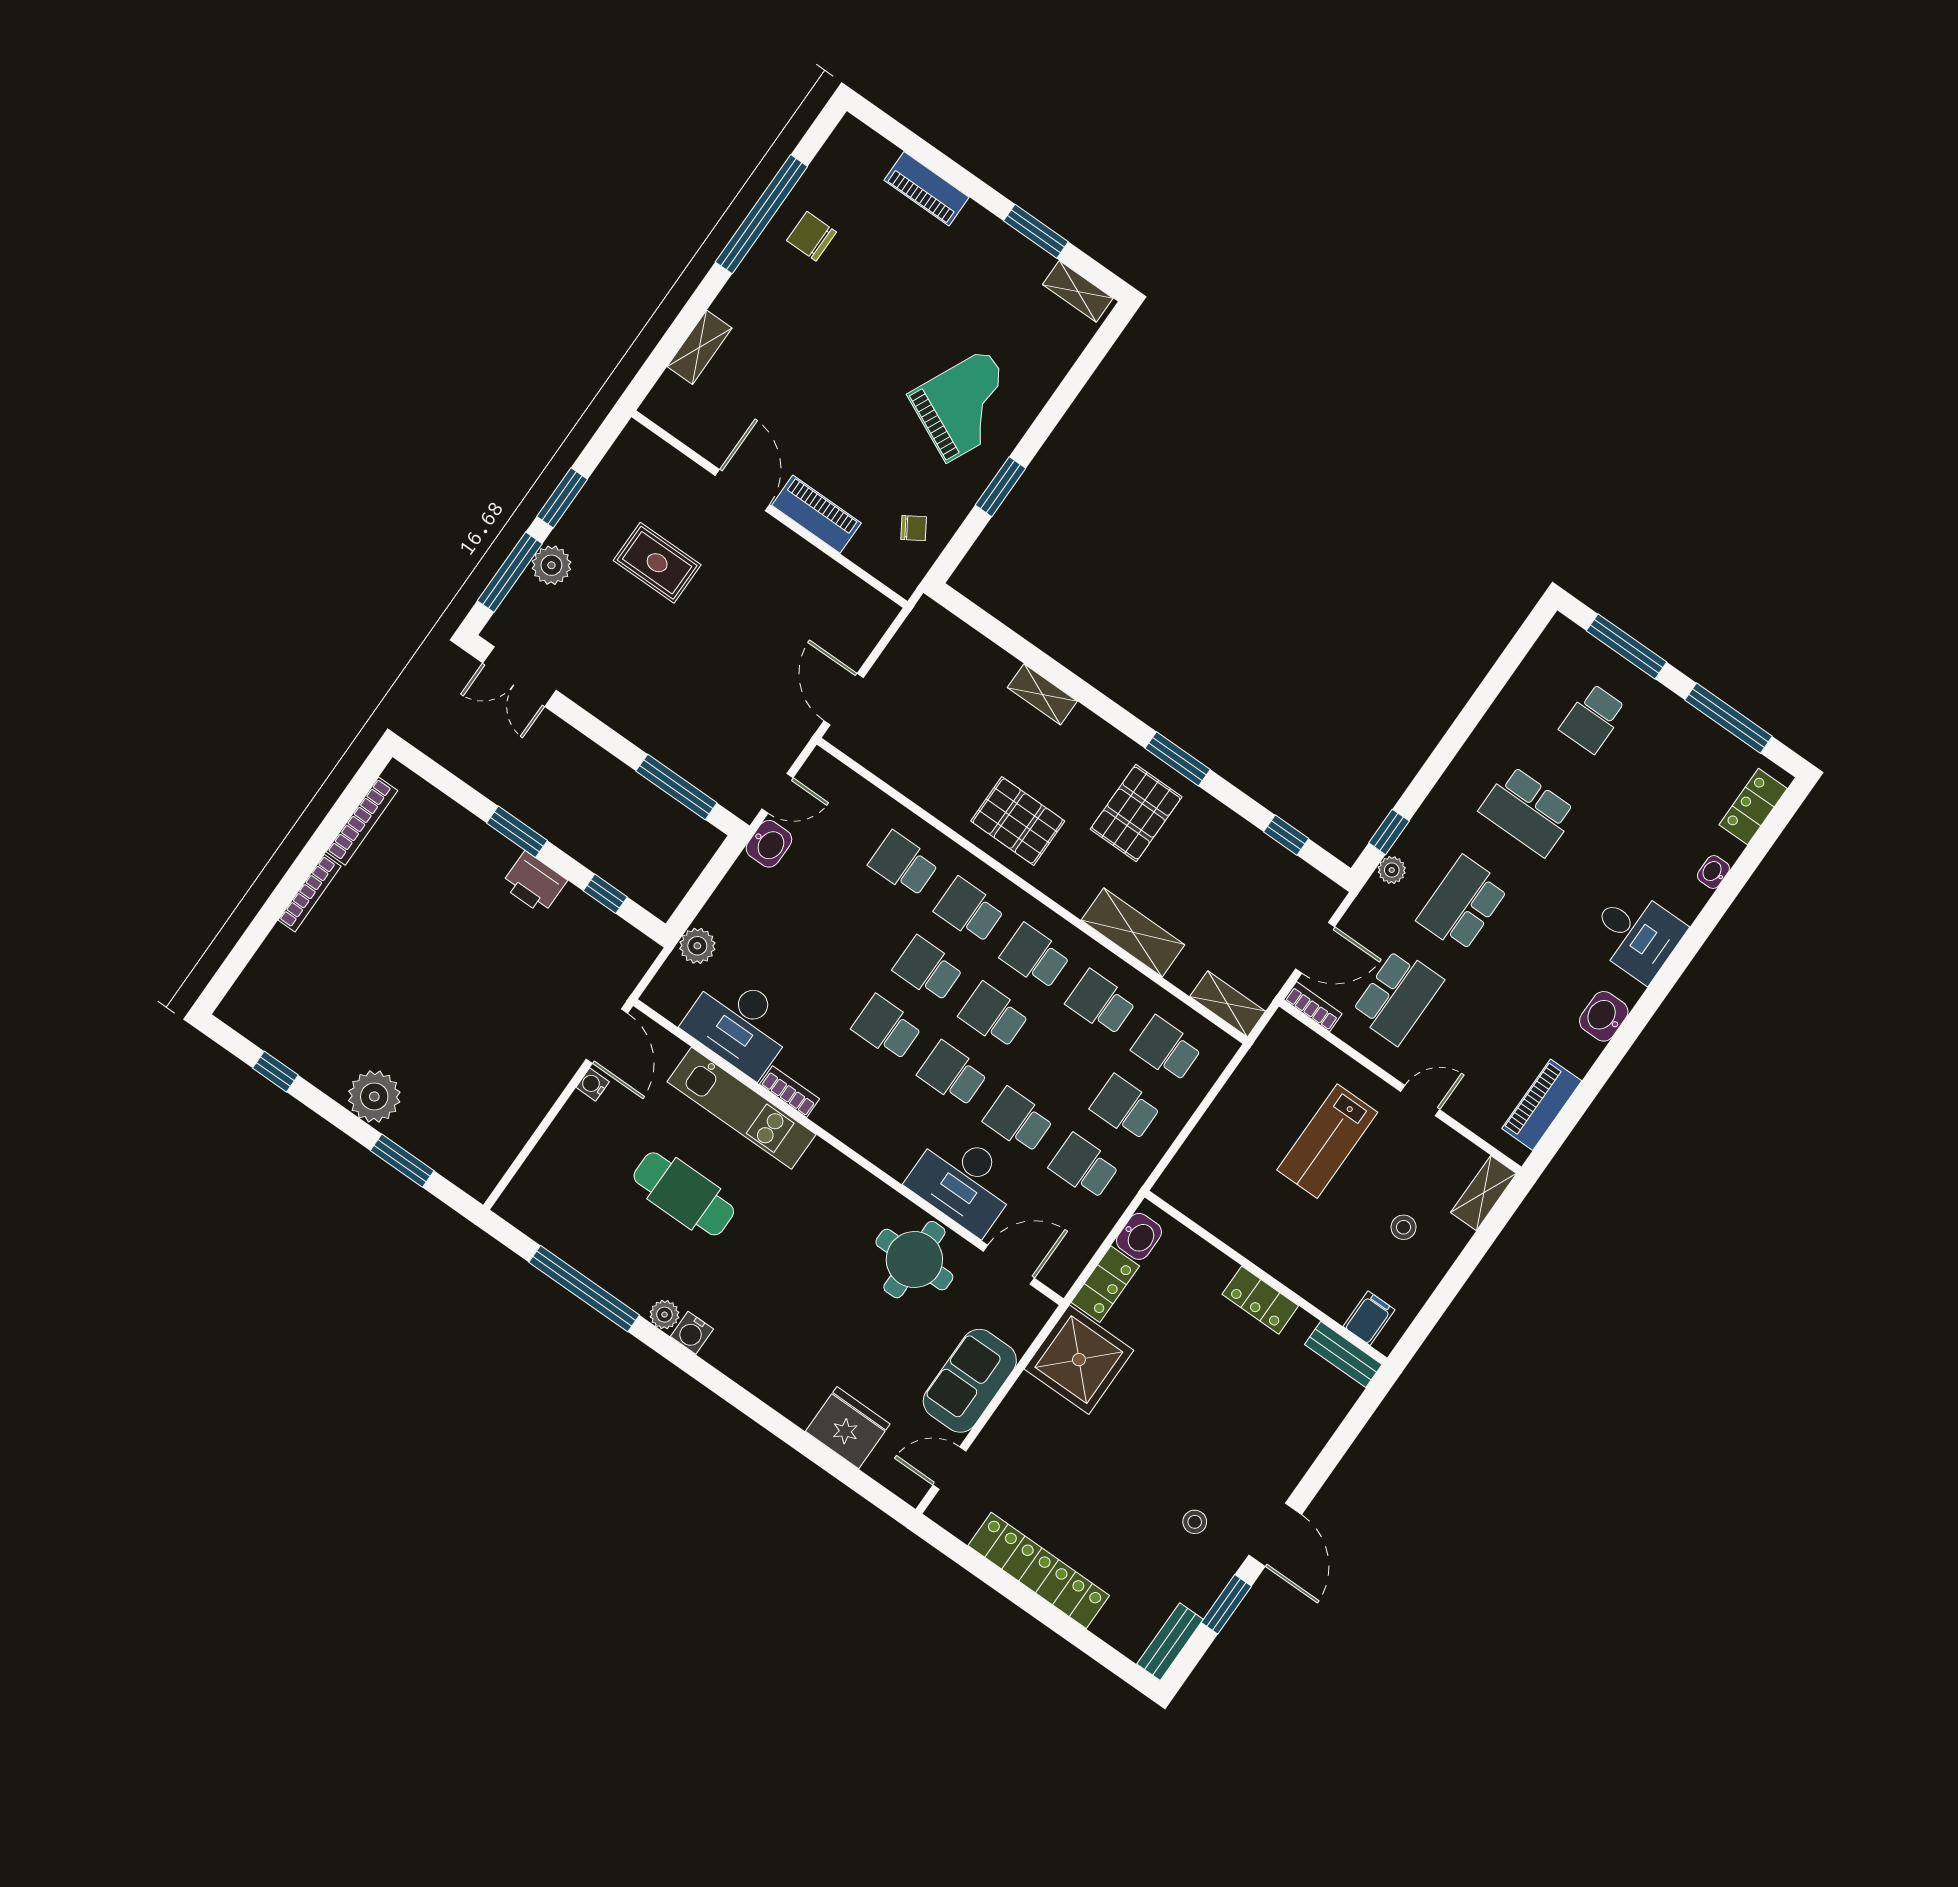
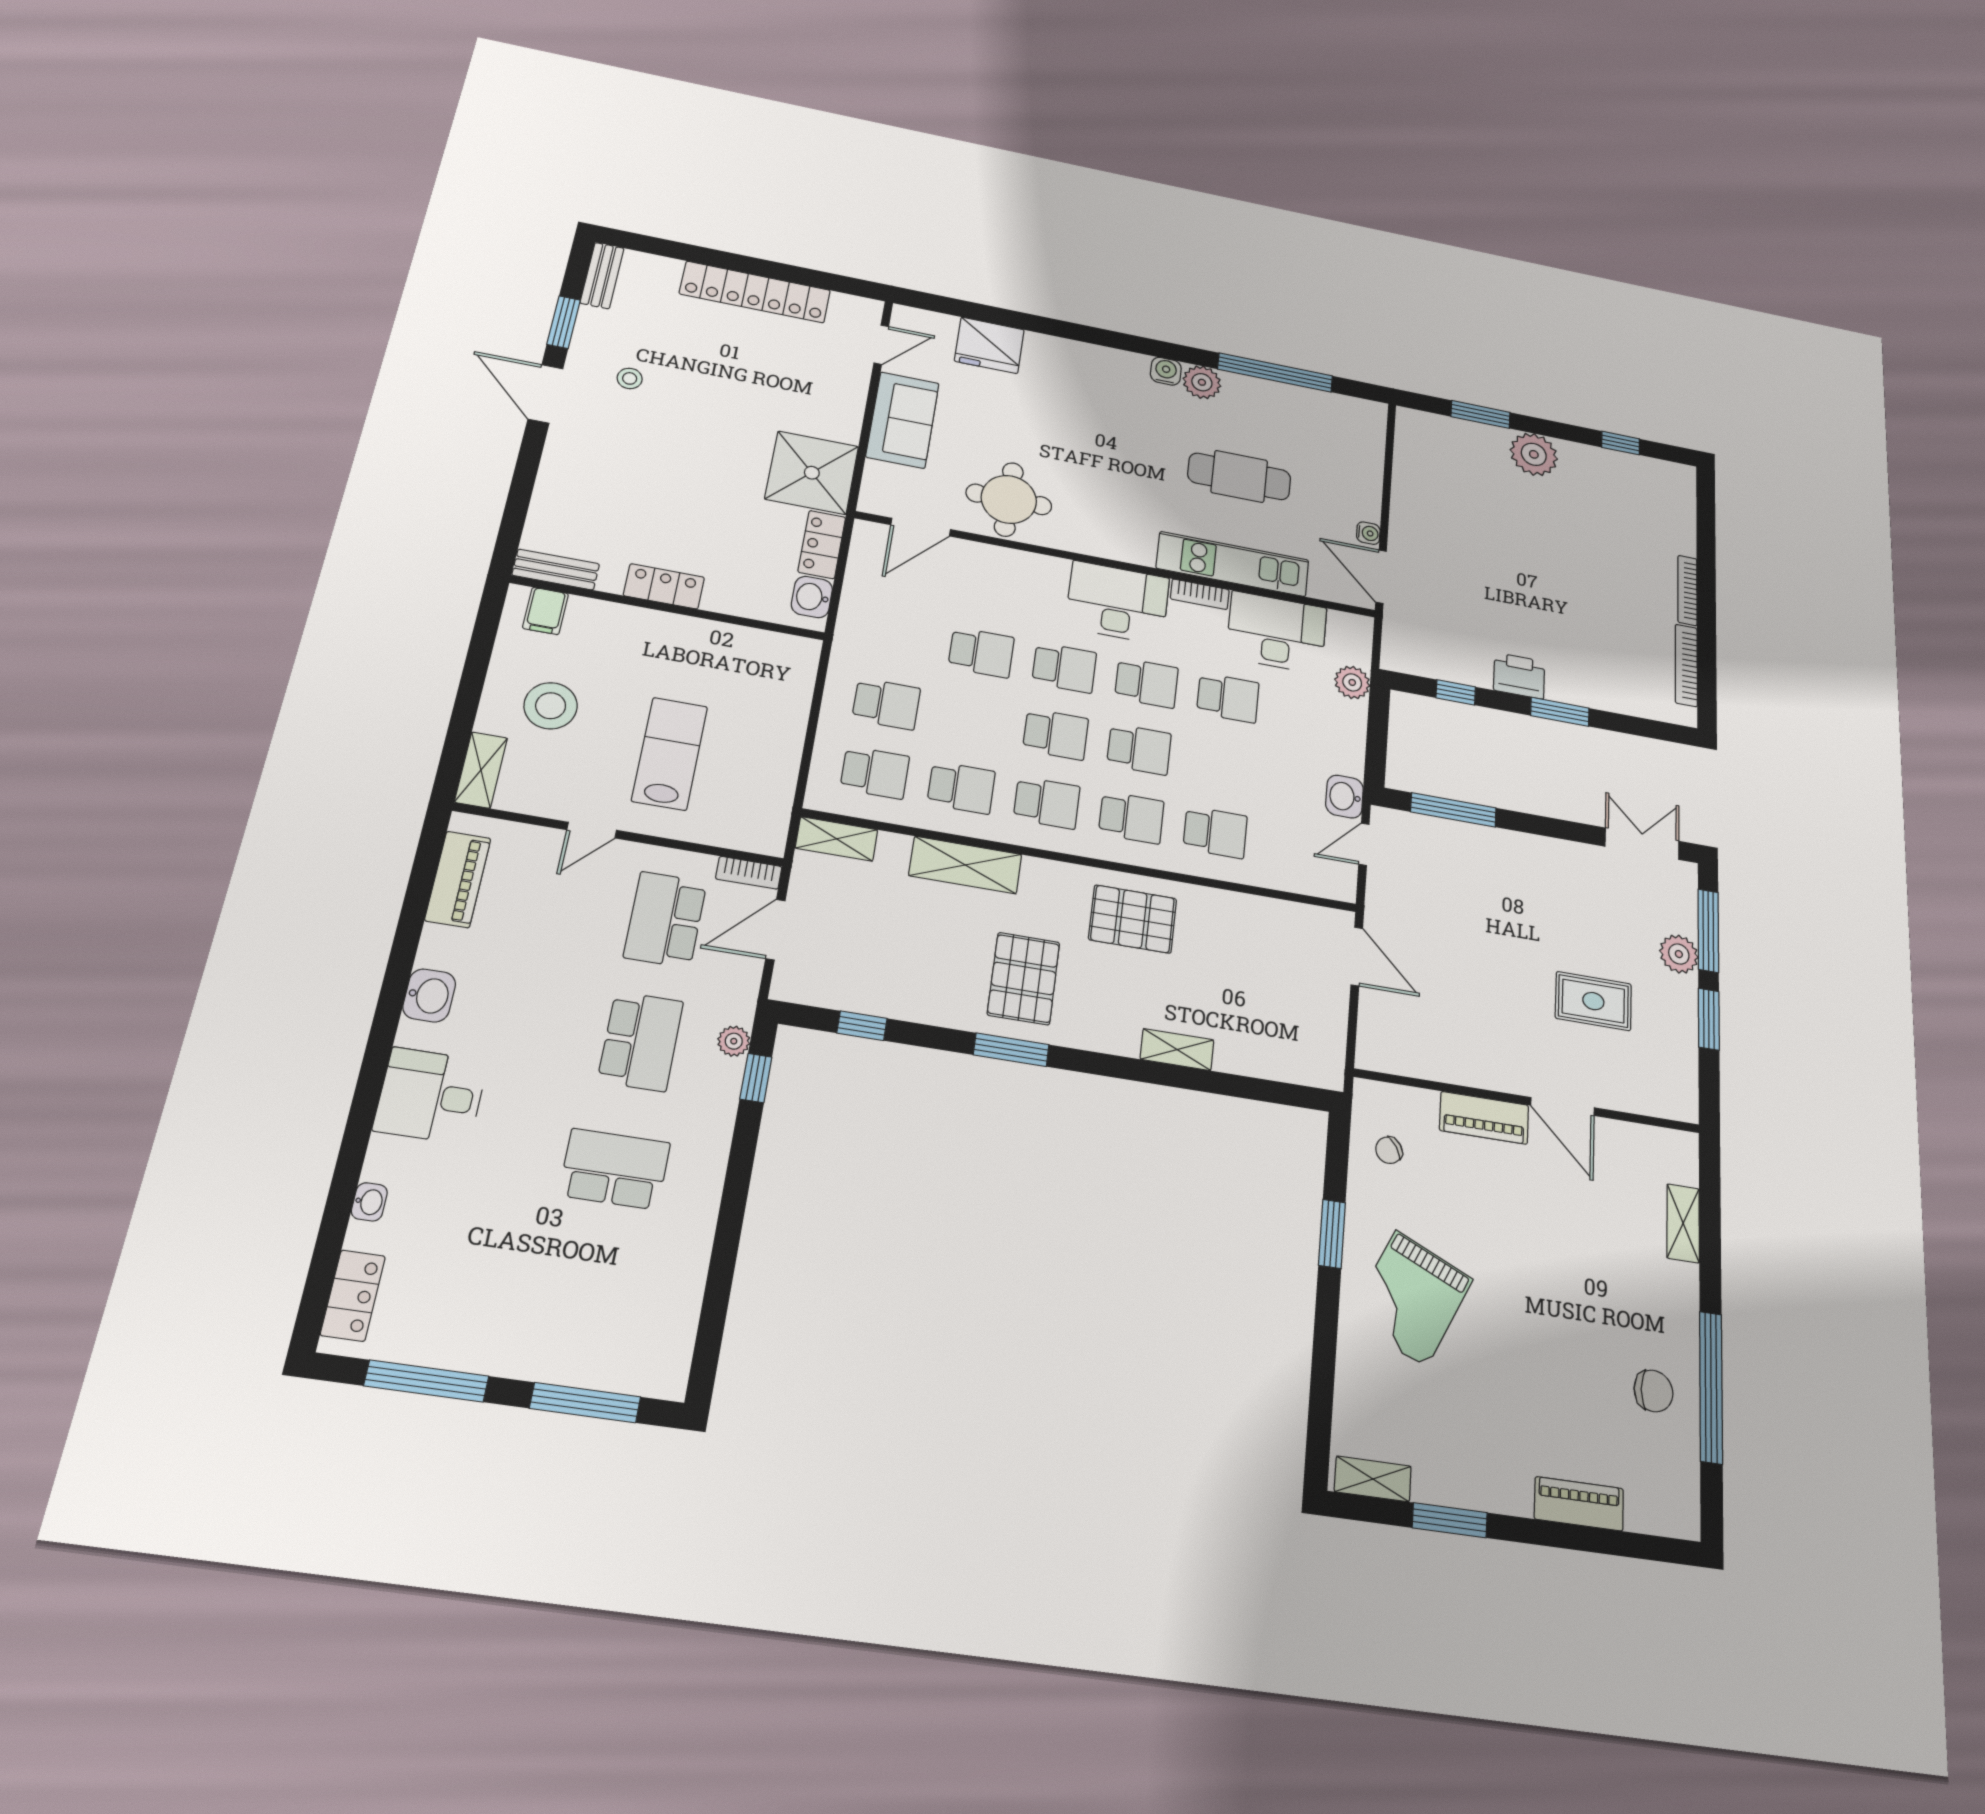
school desk: (1593, 718) -> (587, 1303), removed
school desk: (1084, 1166) -> (1228, 698), moved
desk: (964, 1181) -> (1117, 602), moved
stool: (1404, 1227) -> (551, 706), width x1.89, depth x1.89
plant: (664, 1315) -> (1202, 382), width x1.38, depth x1.38

